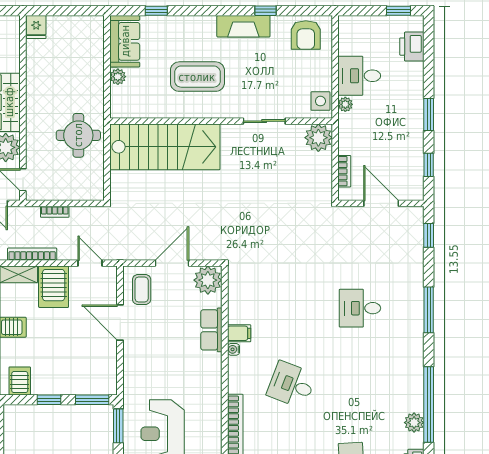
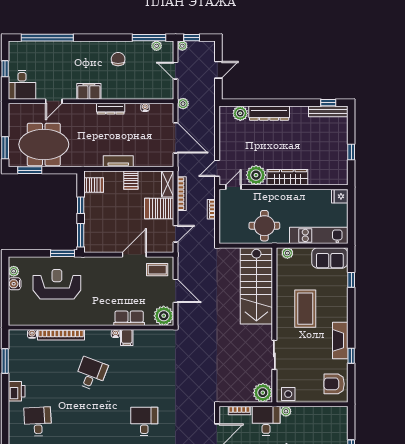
kitchen unit: (92, 57) -> (319, 235), added
desk: (359, 76) -> (266, 421), moved
plant: (118, 77) -> (287, 253), moved

